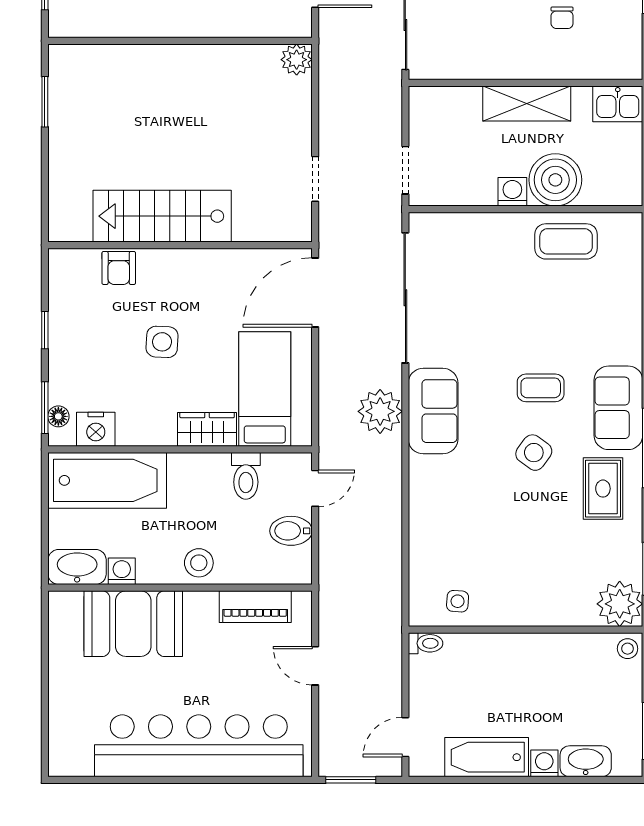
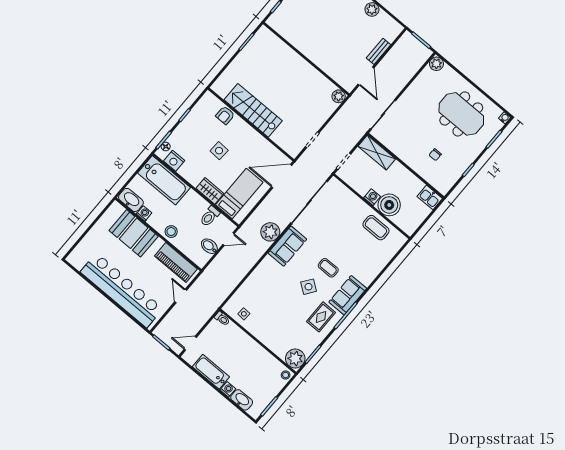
shelving: (527, 104) -> (377, 153), moved
piano: (255, 607) -> (176, 263), width x1.37, depth x1.33

